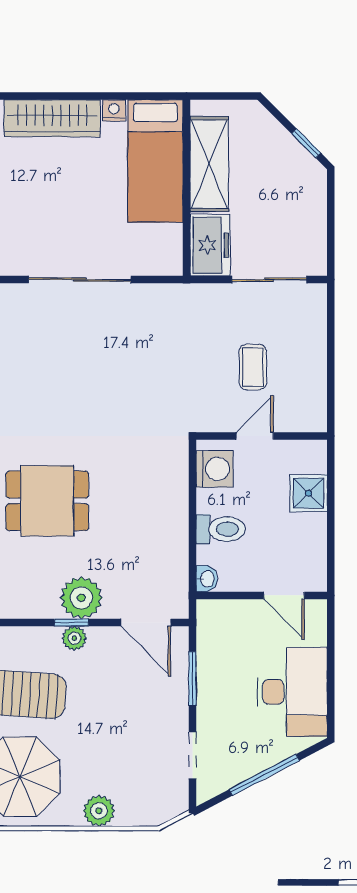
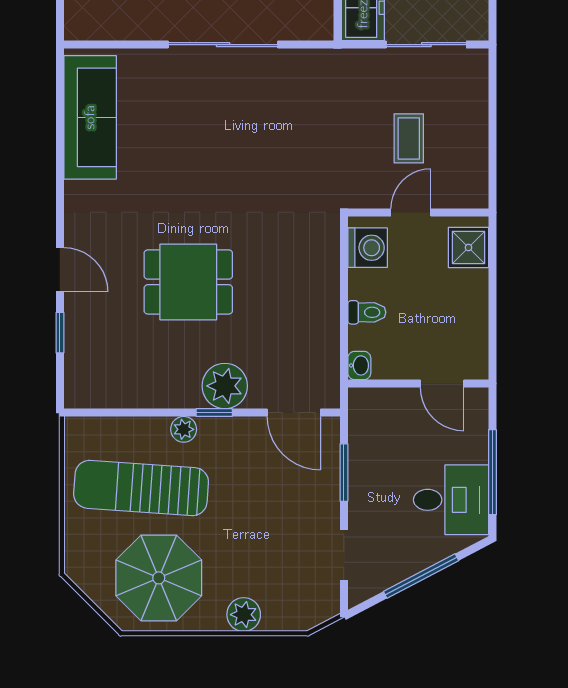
shower: (308, 493) -> (468, 247), moved
toilet: (221, 529) -> (367, 312), width x0.73, depth x0.72
plant: (74, 638) -> (184, 429), moved
window: (331, 678) -> (492, 472), added
desk: (292, 692) -> (451, 500), width x0.73

